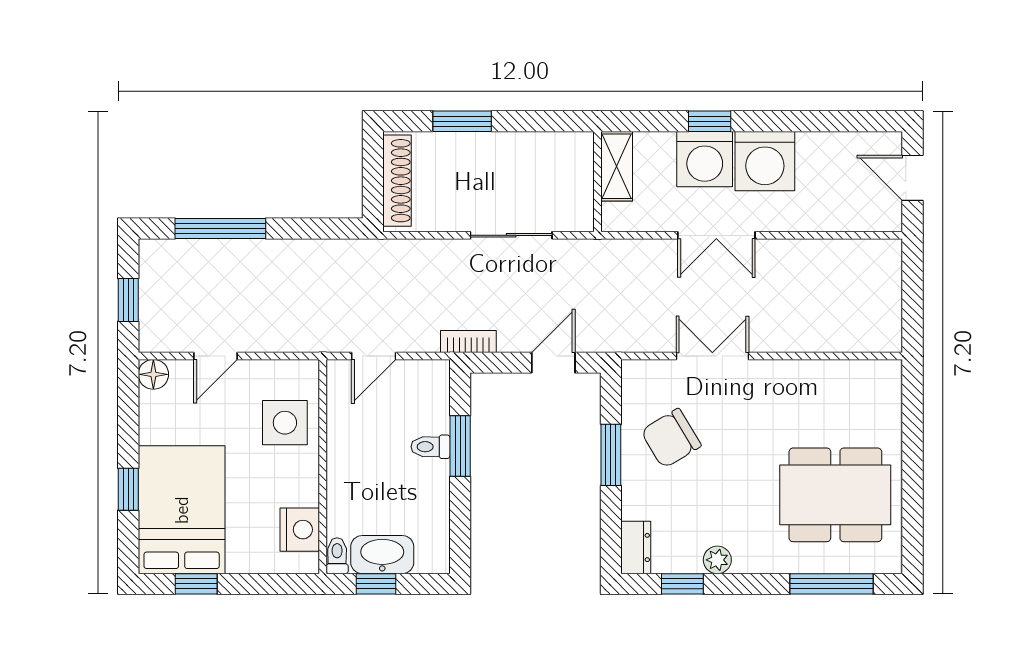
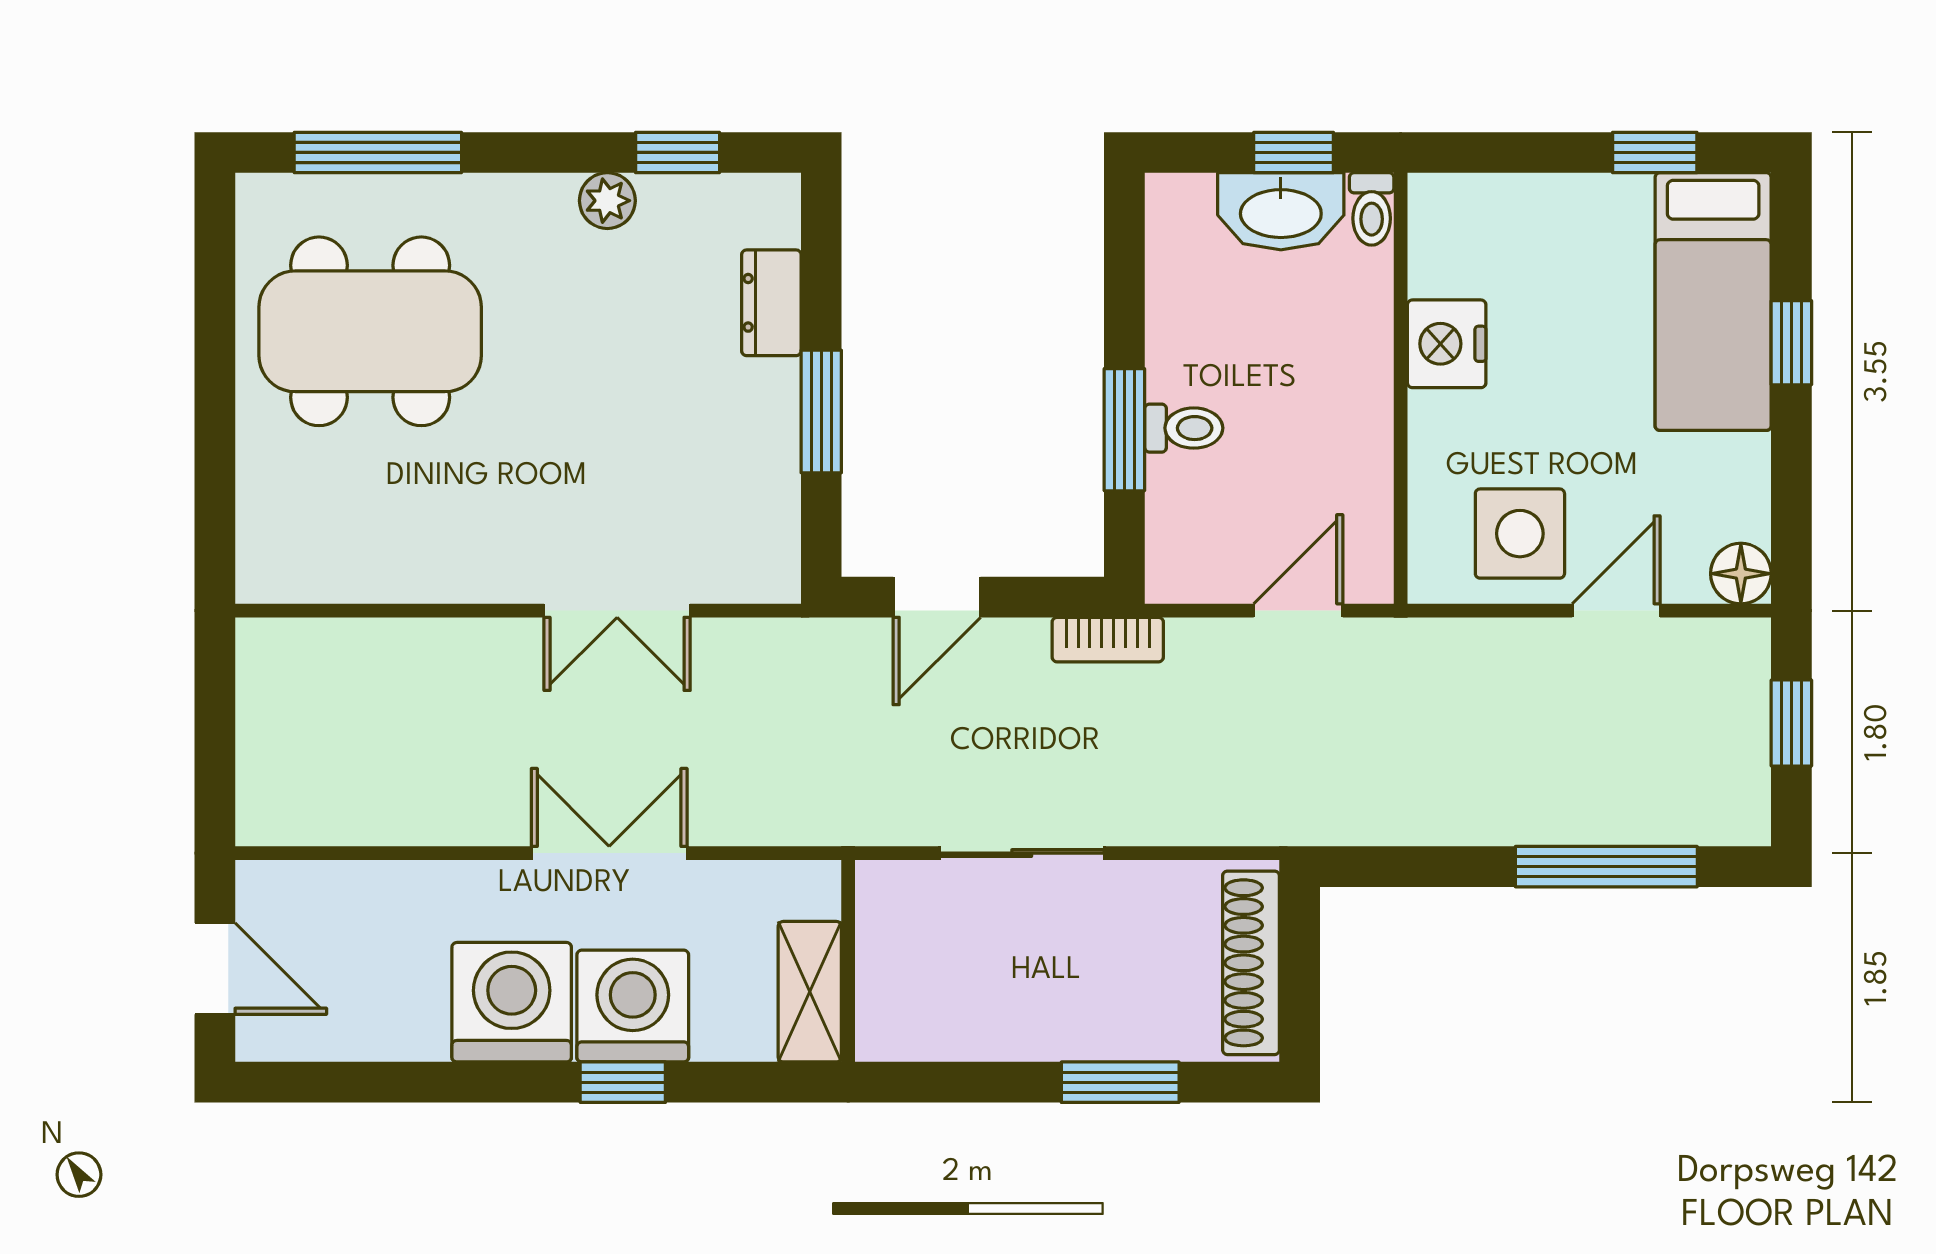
side table: (285, 423) -> (1520, 534), moved
chair: (671, 438) -> (700, 445), removed
bed: (182, 510) -> (1713, 302), width x0.67
nightstand: (300, 530) -> (1447, 344), moved
dresser: (636, 547) -> (771, 303), moved

